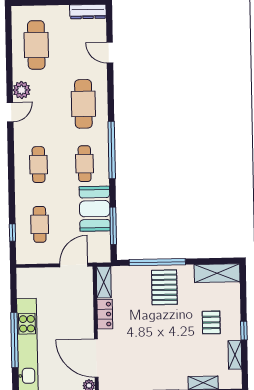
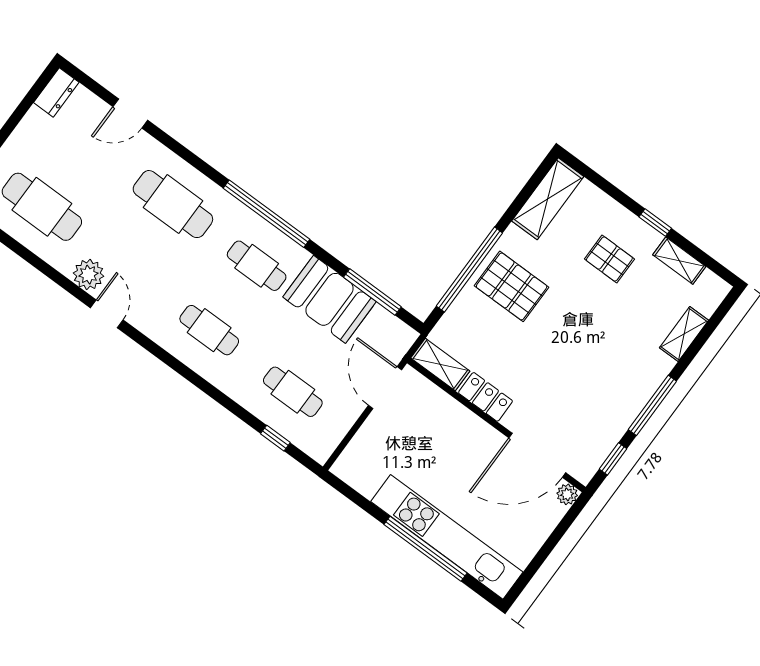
dresser: (88, 12) -> (56, 92), width x0.70

